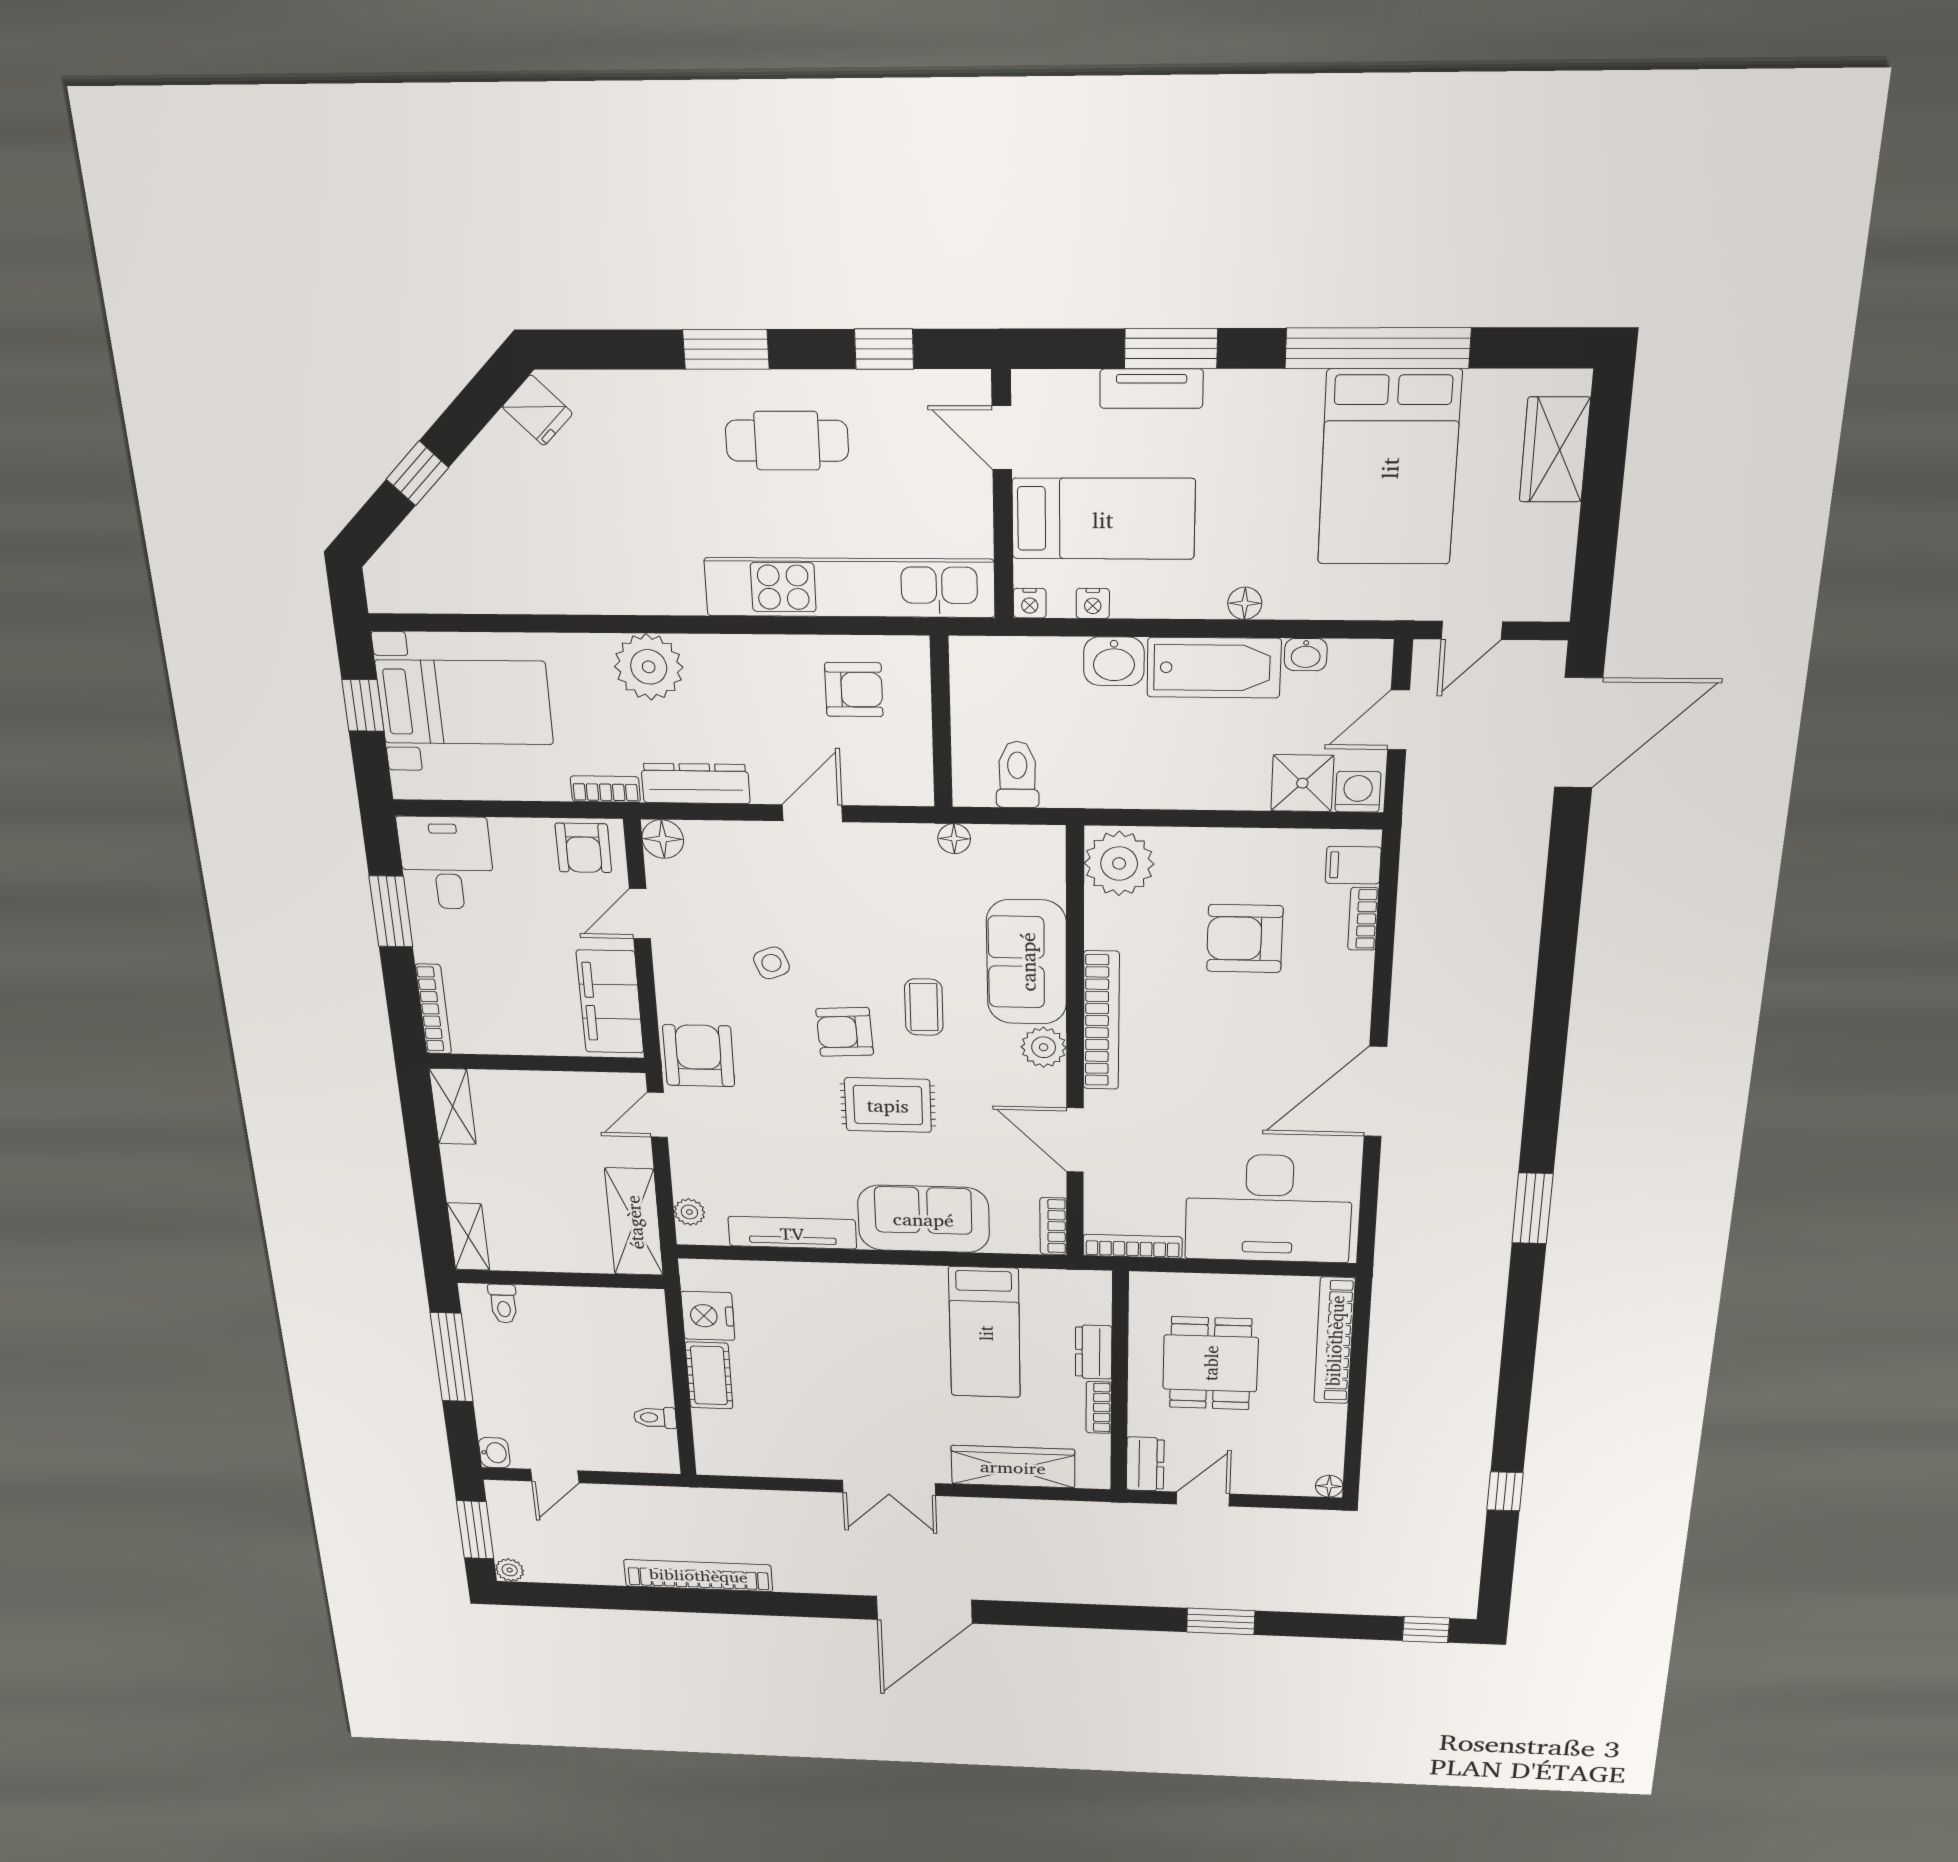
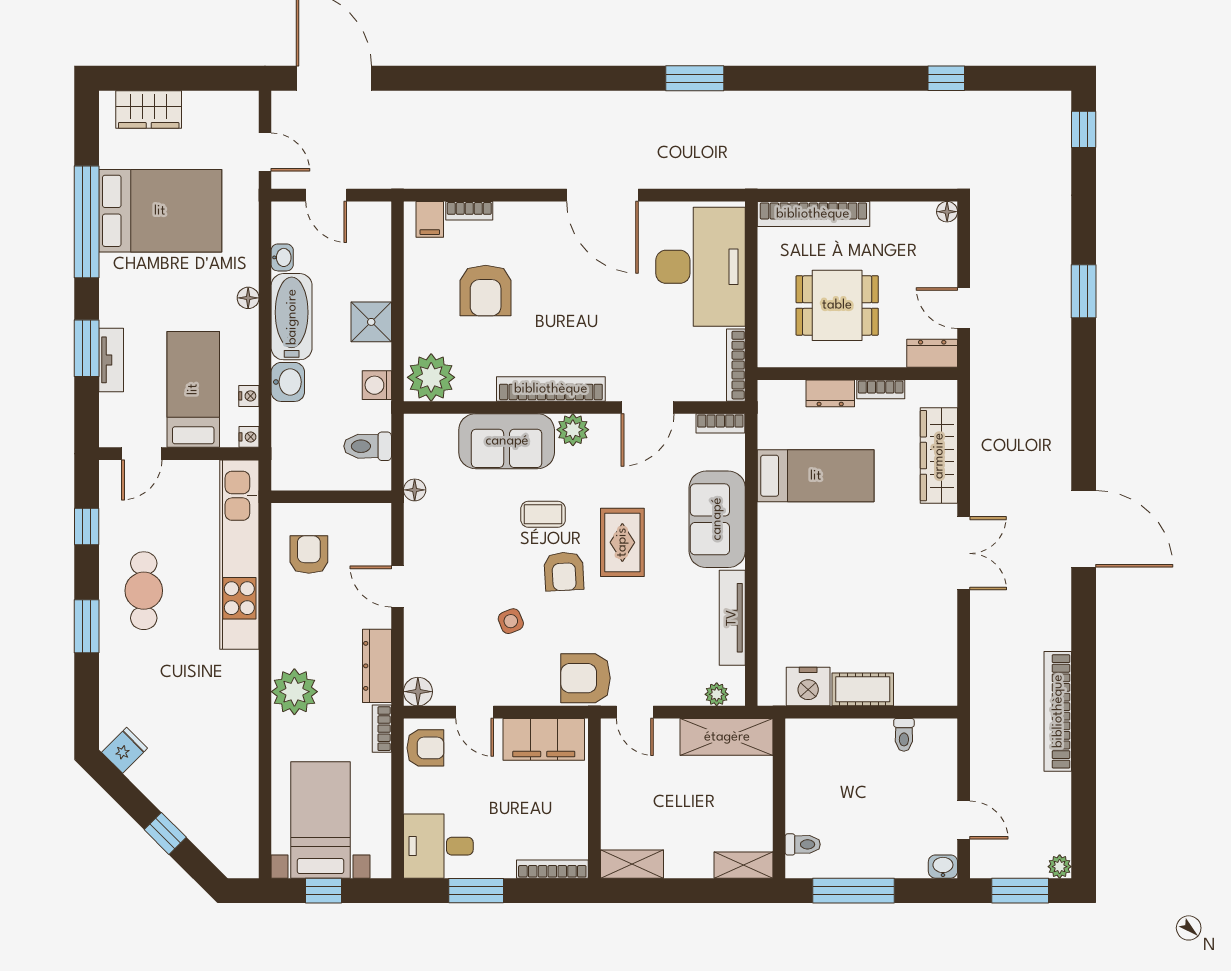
shower: (1302, 783) -> (371, 322), moved
washing machine: (1358, 792) -> (377, 385), moved

